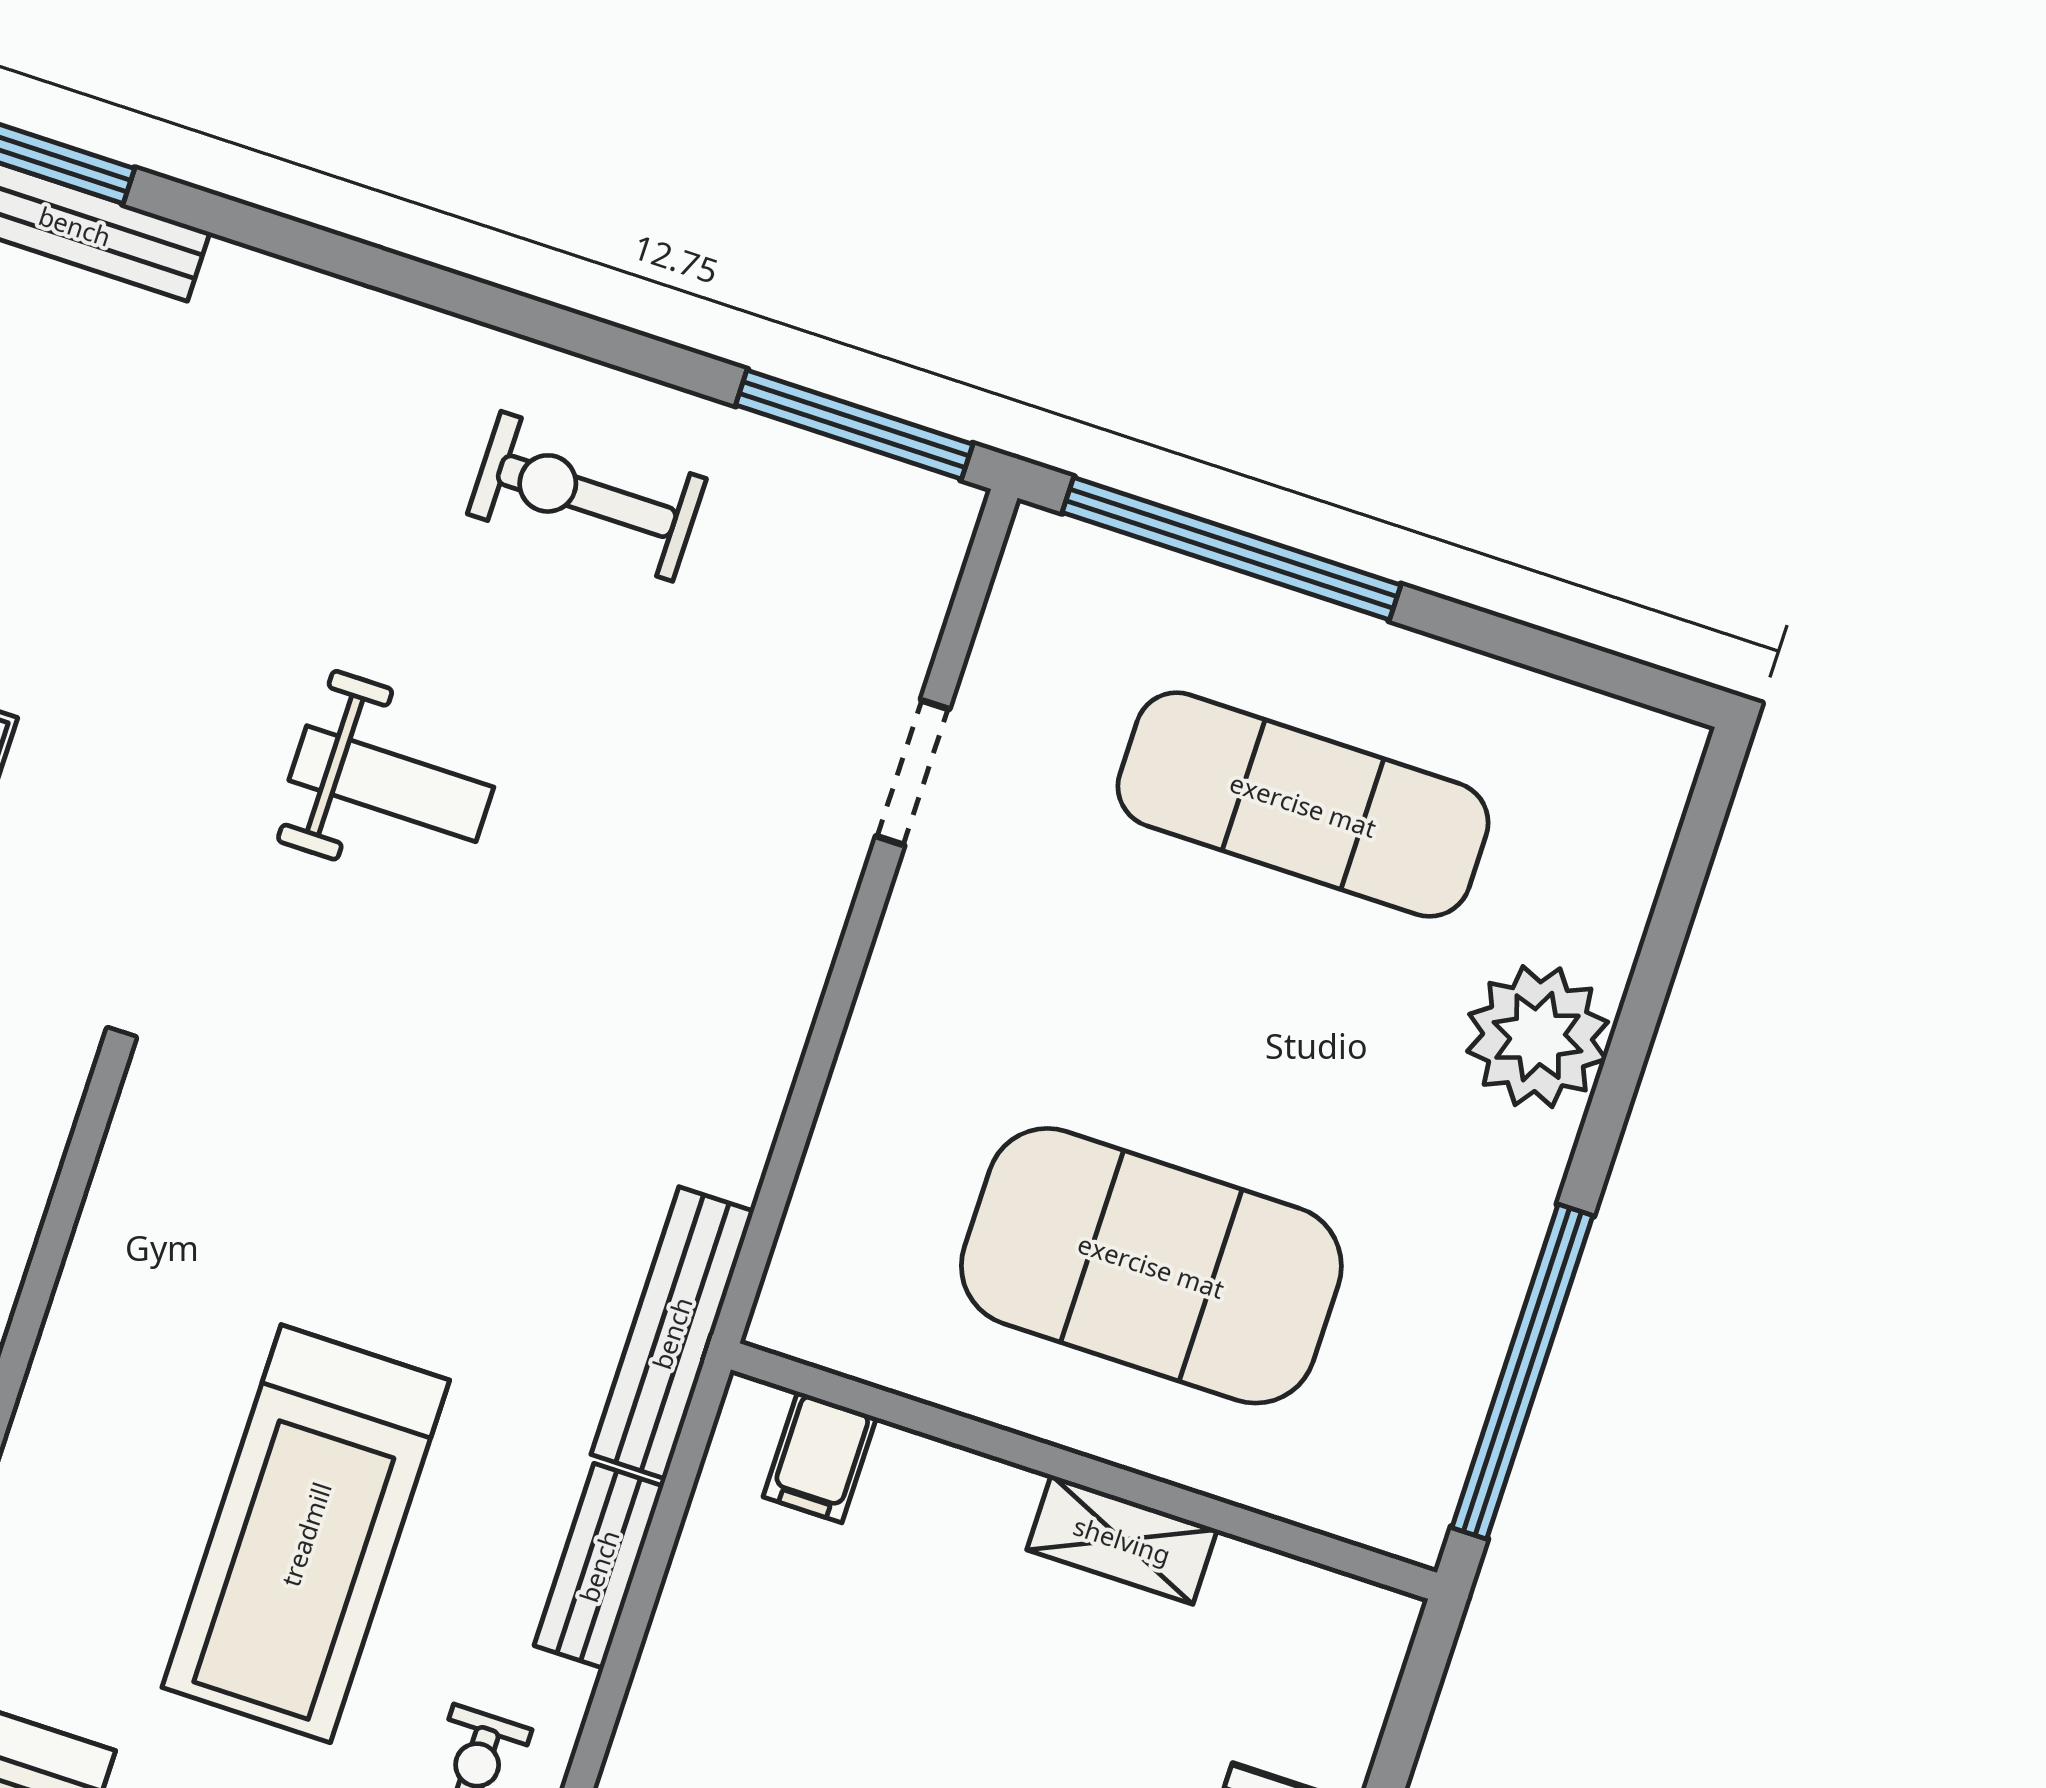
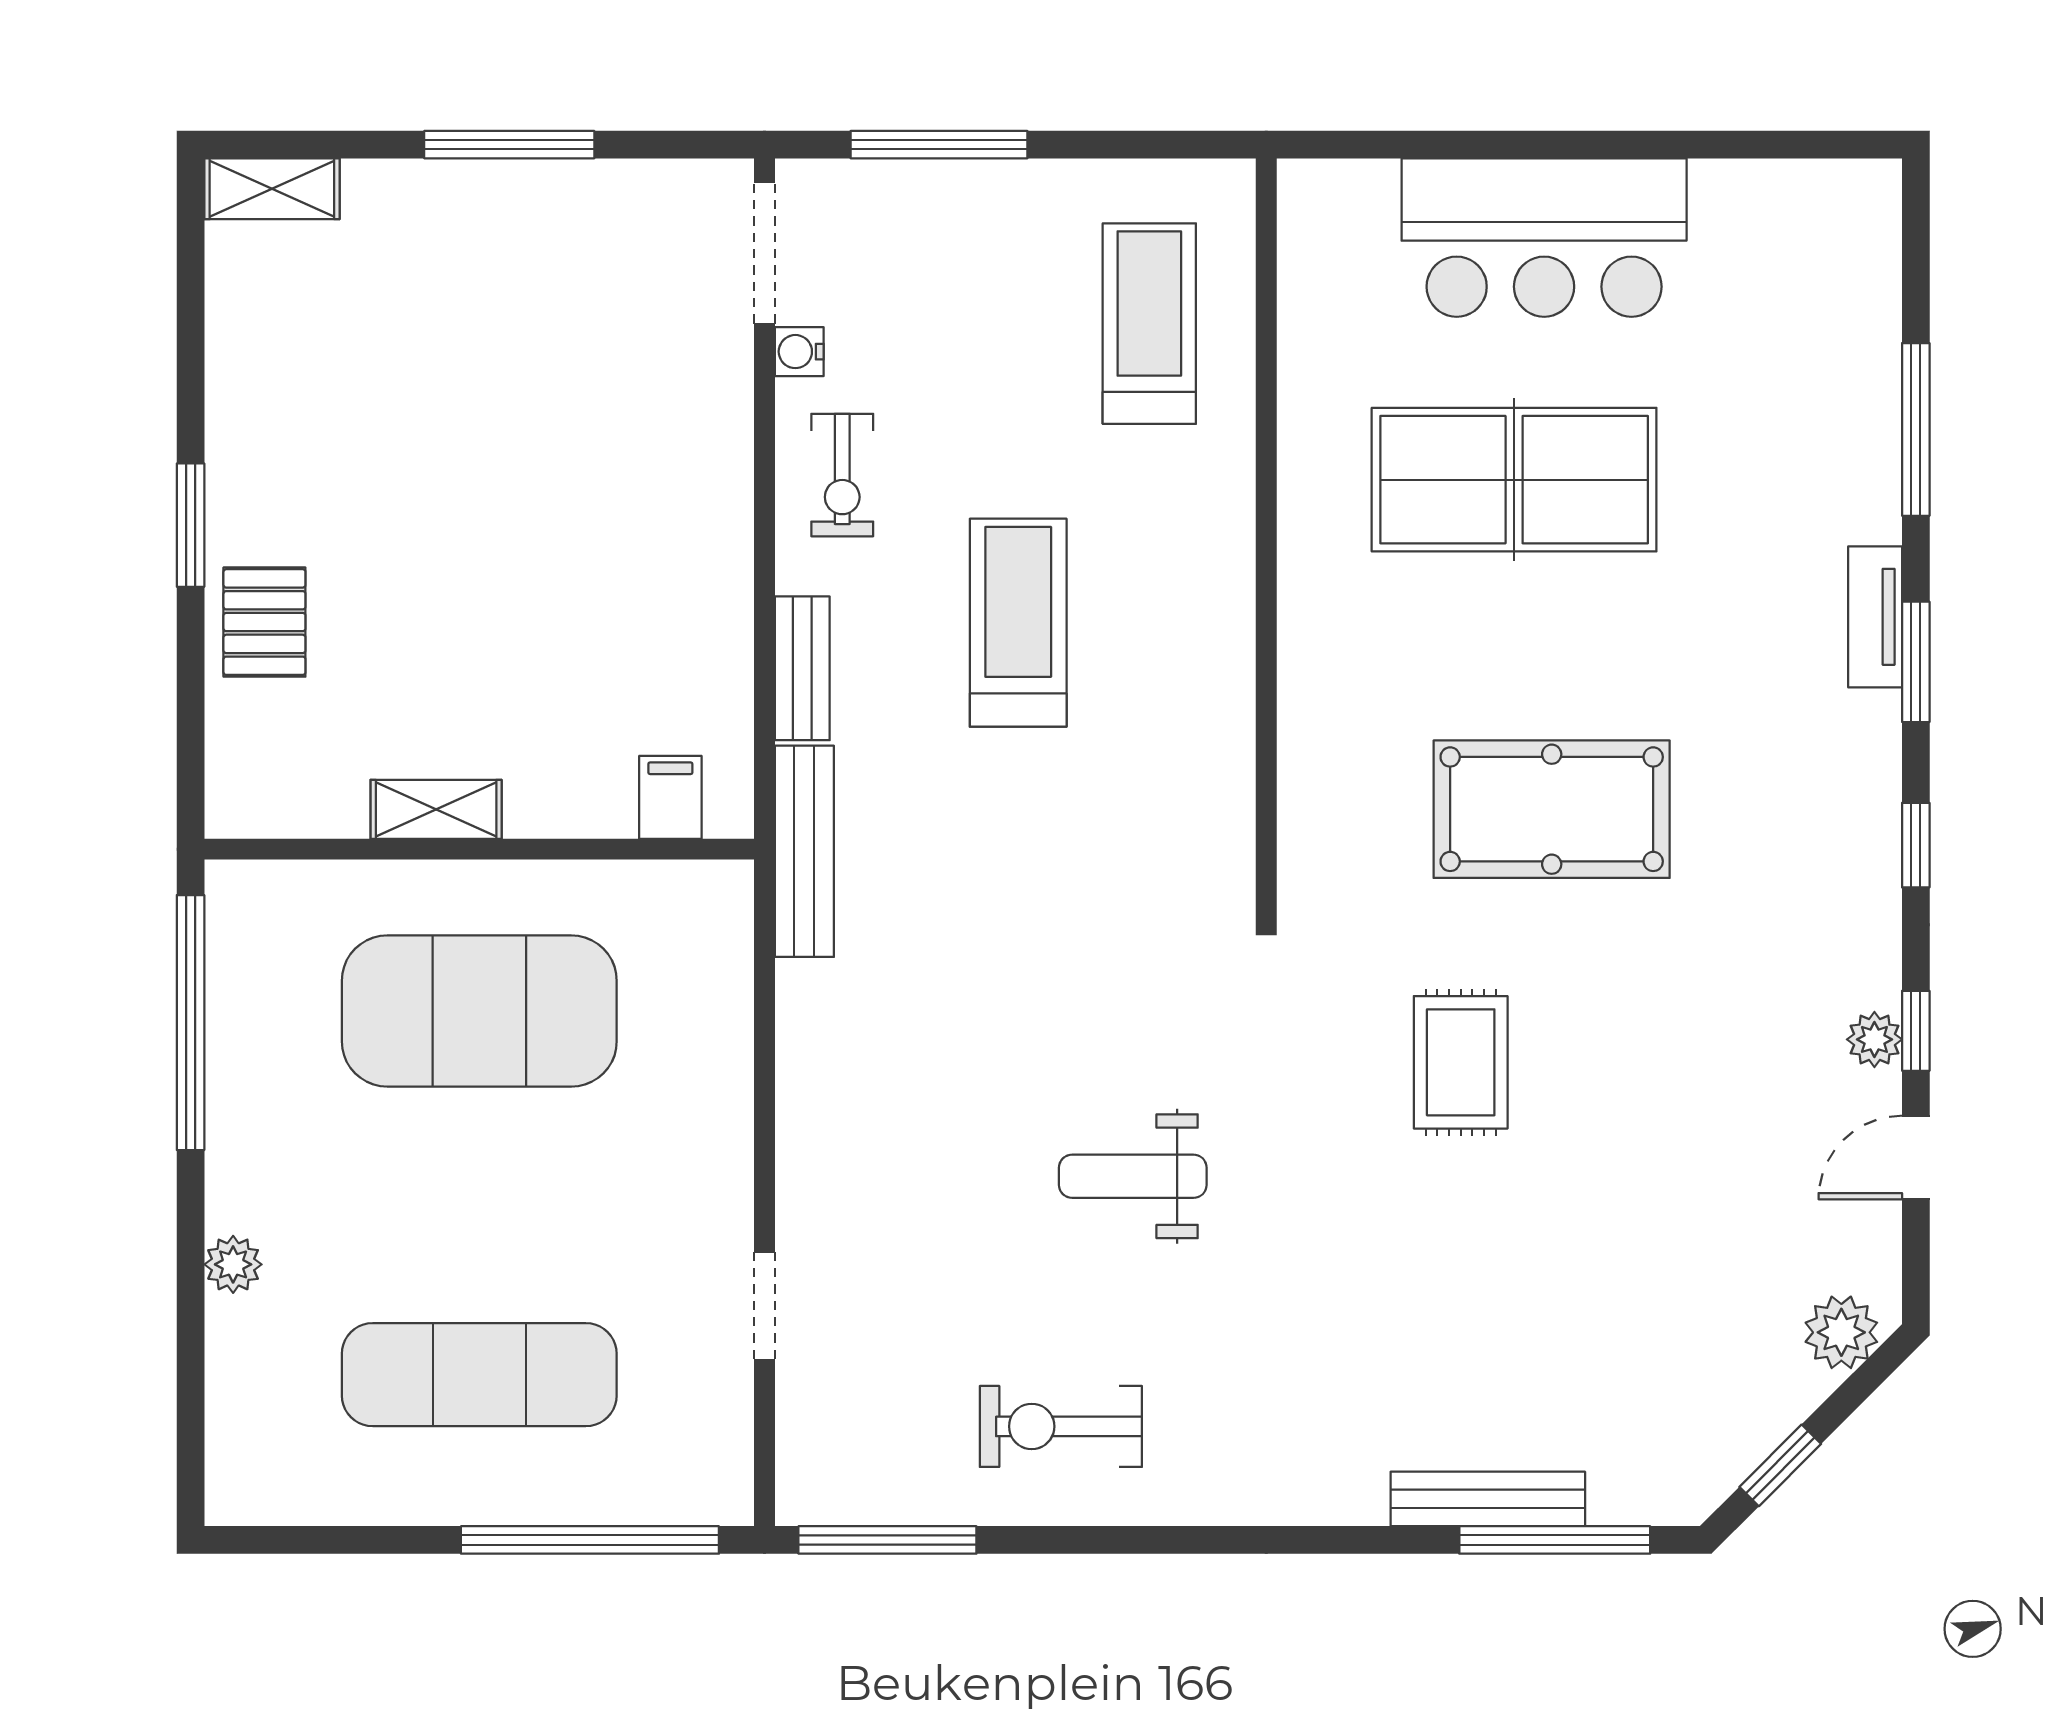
exercise bike: (587, 496) -> (1061, 1426), turned 180
plant: (1538, 1037) -> (233, 1264), width x0.53, depth x0.53
treadmill: (306, 1534) -> (1018, 623), width x0.73, depth x0.73

